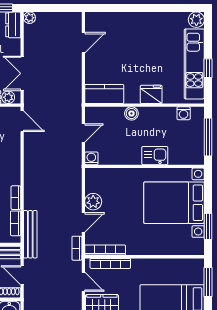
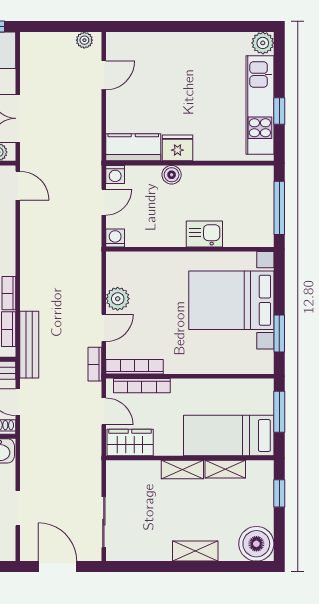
plant: (29, 18) -> (84, 40), moved
fridge: (151, 94) -> (177, 148), moved
washing machine: (184, 113) -> (115, 174), moved

